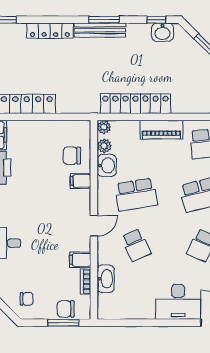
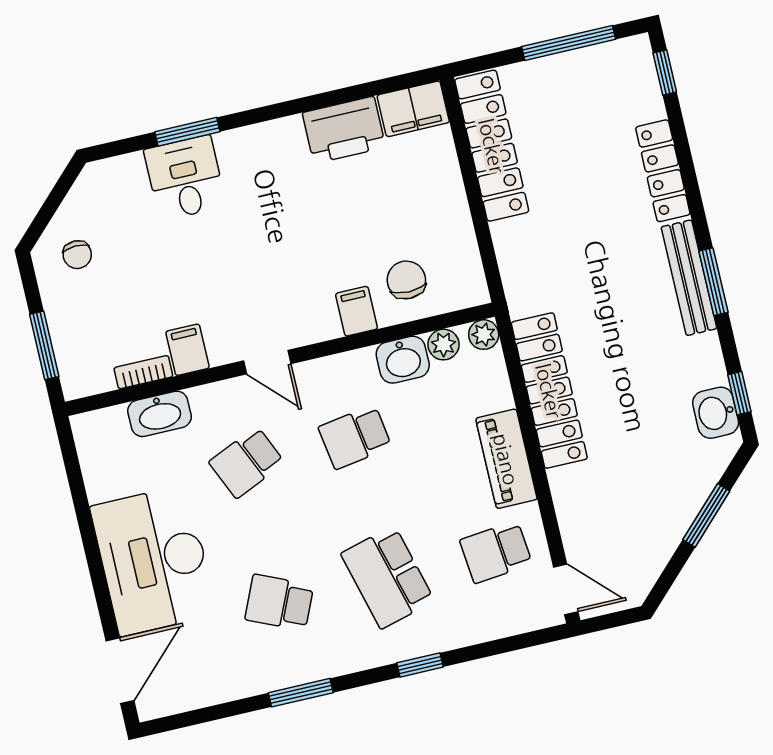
school desk: (136, 195) -> (355, 437), width x0.54
desk: (178, 302) -> (153, 560), width x1.36, depth x1.30
chair: (66, 309) -> (75, 343), removed

